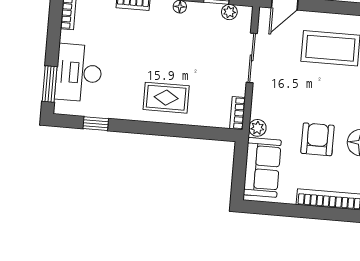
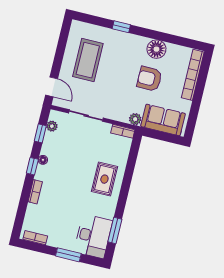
desk: (79, 73) -> (93, 236), moved, turned -90
window: (50, 84) -> (68, 255), moved
window: (96, 124) -> (115, 230), width x1.50

